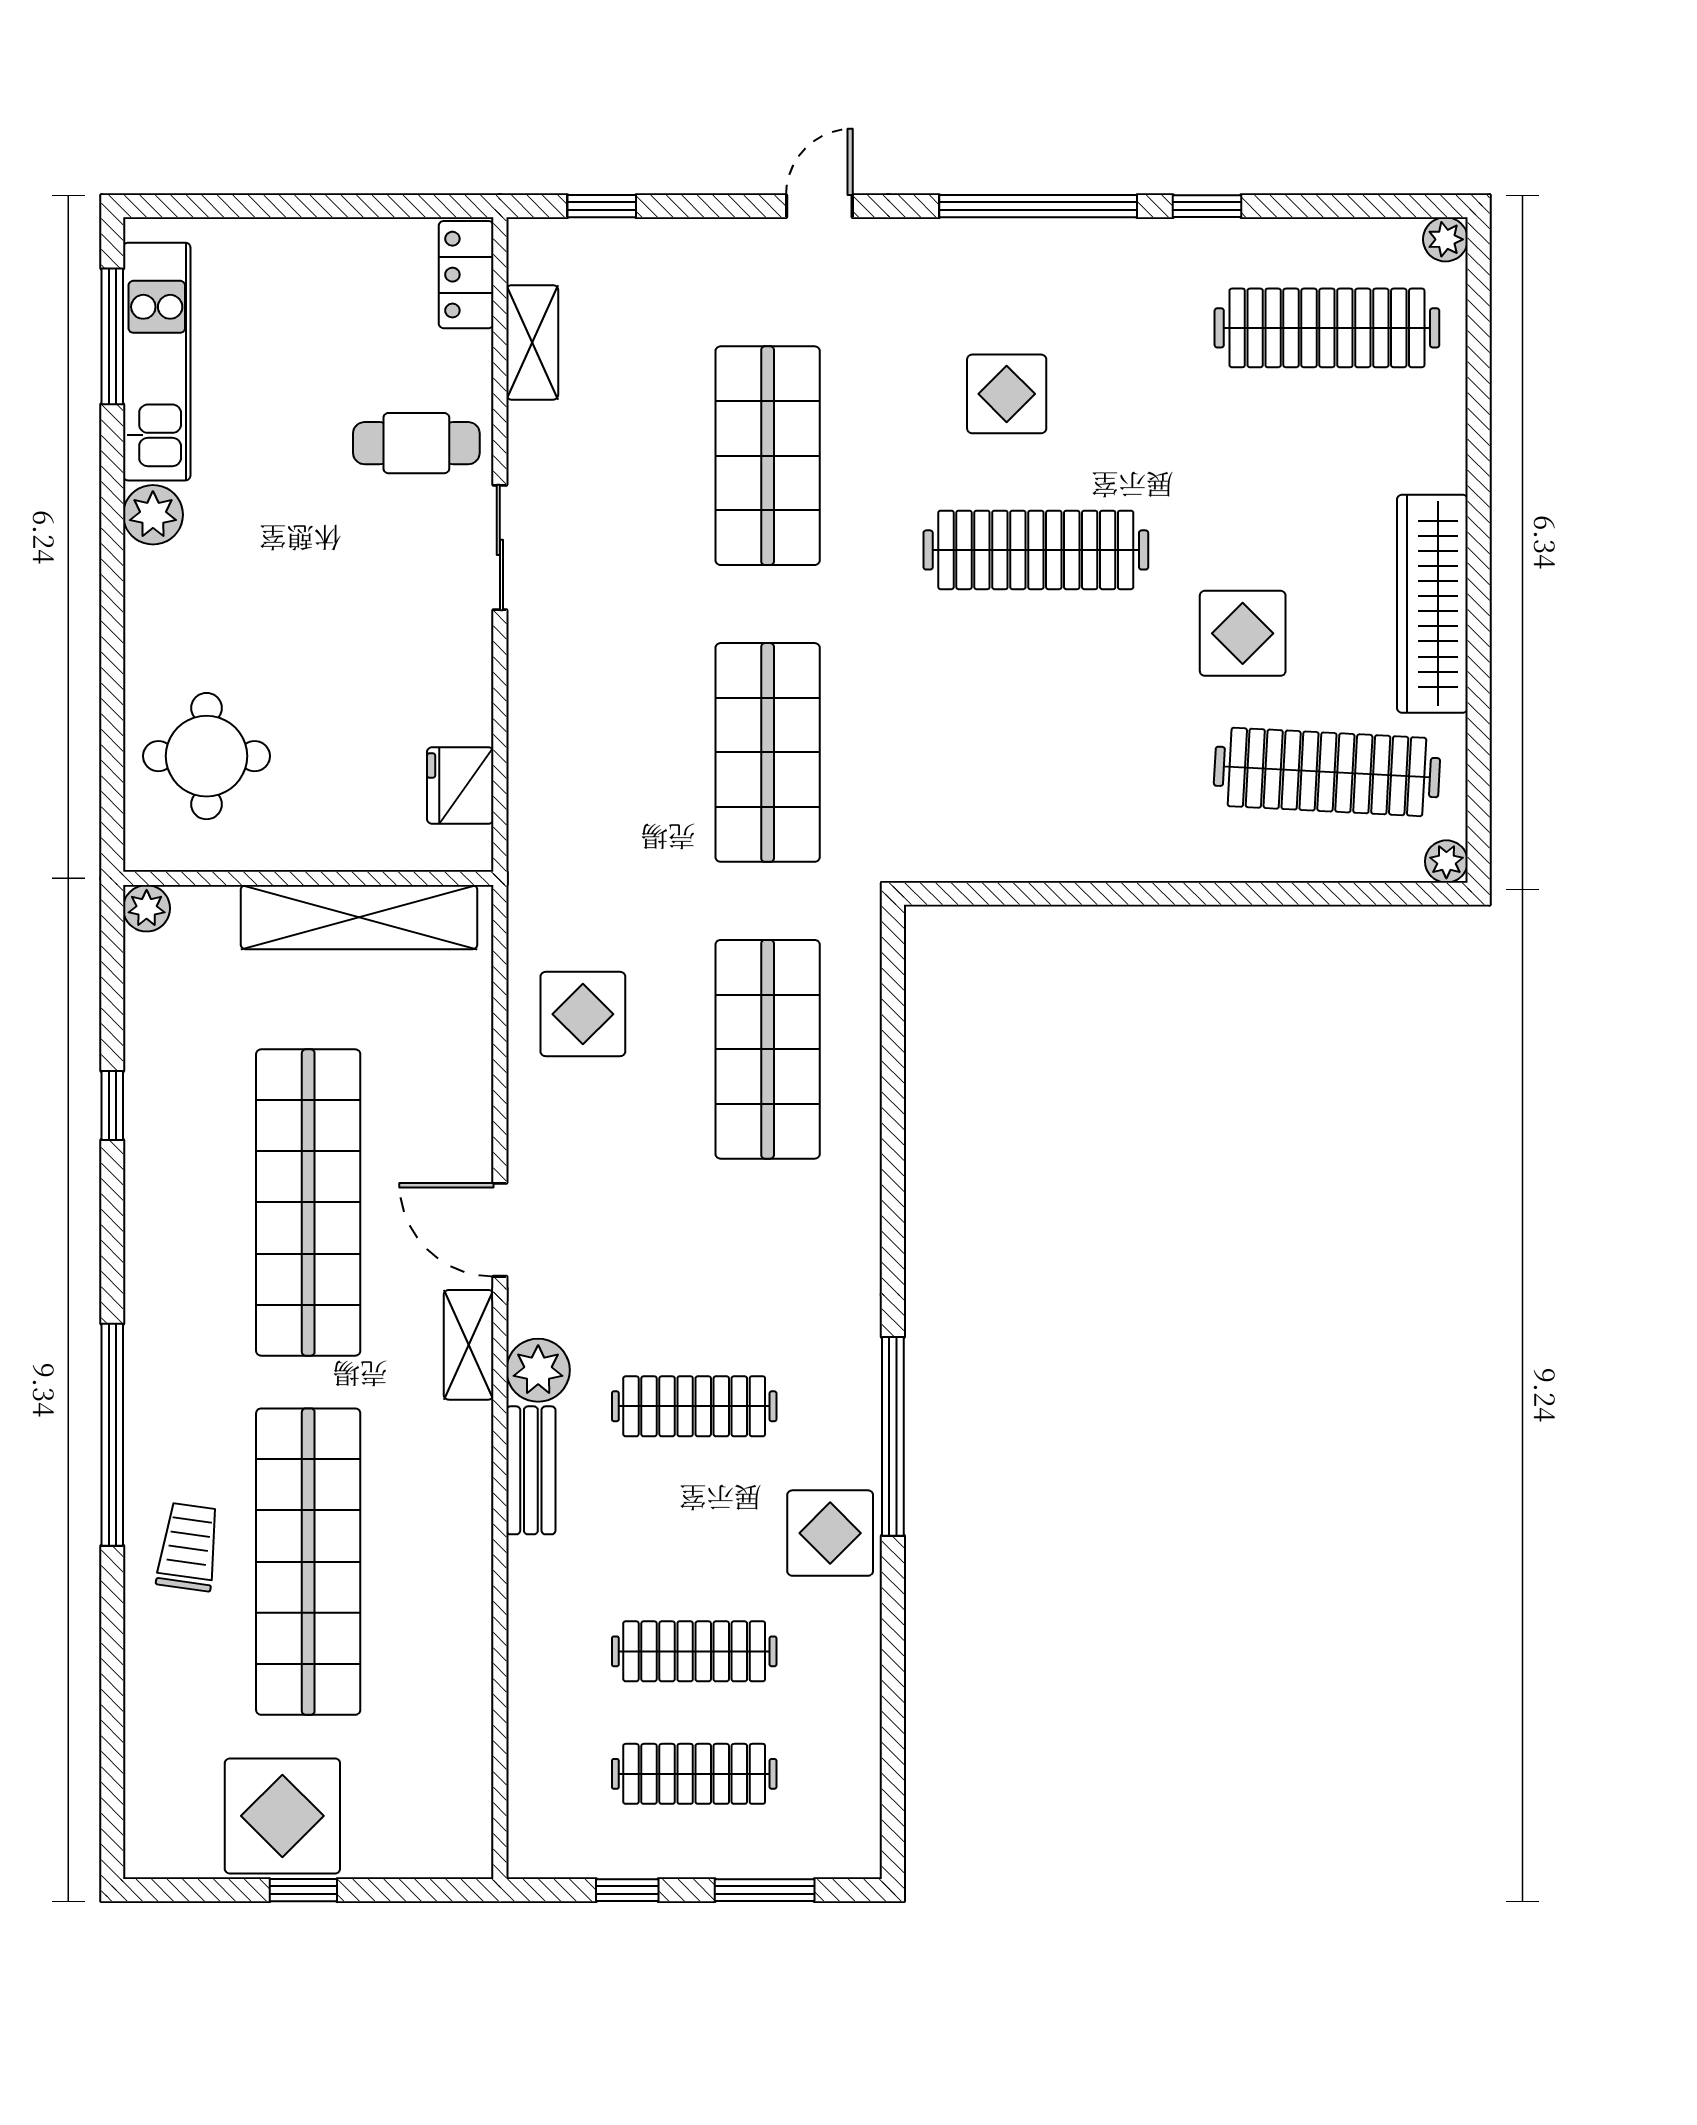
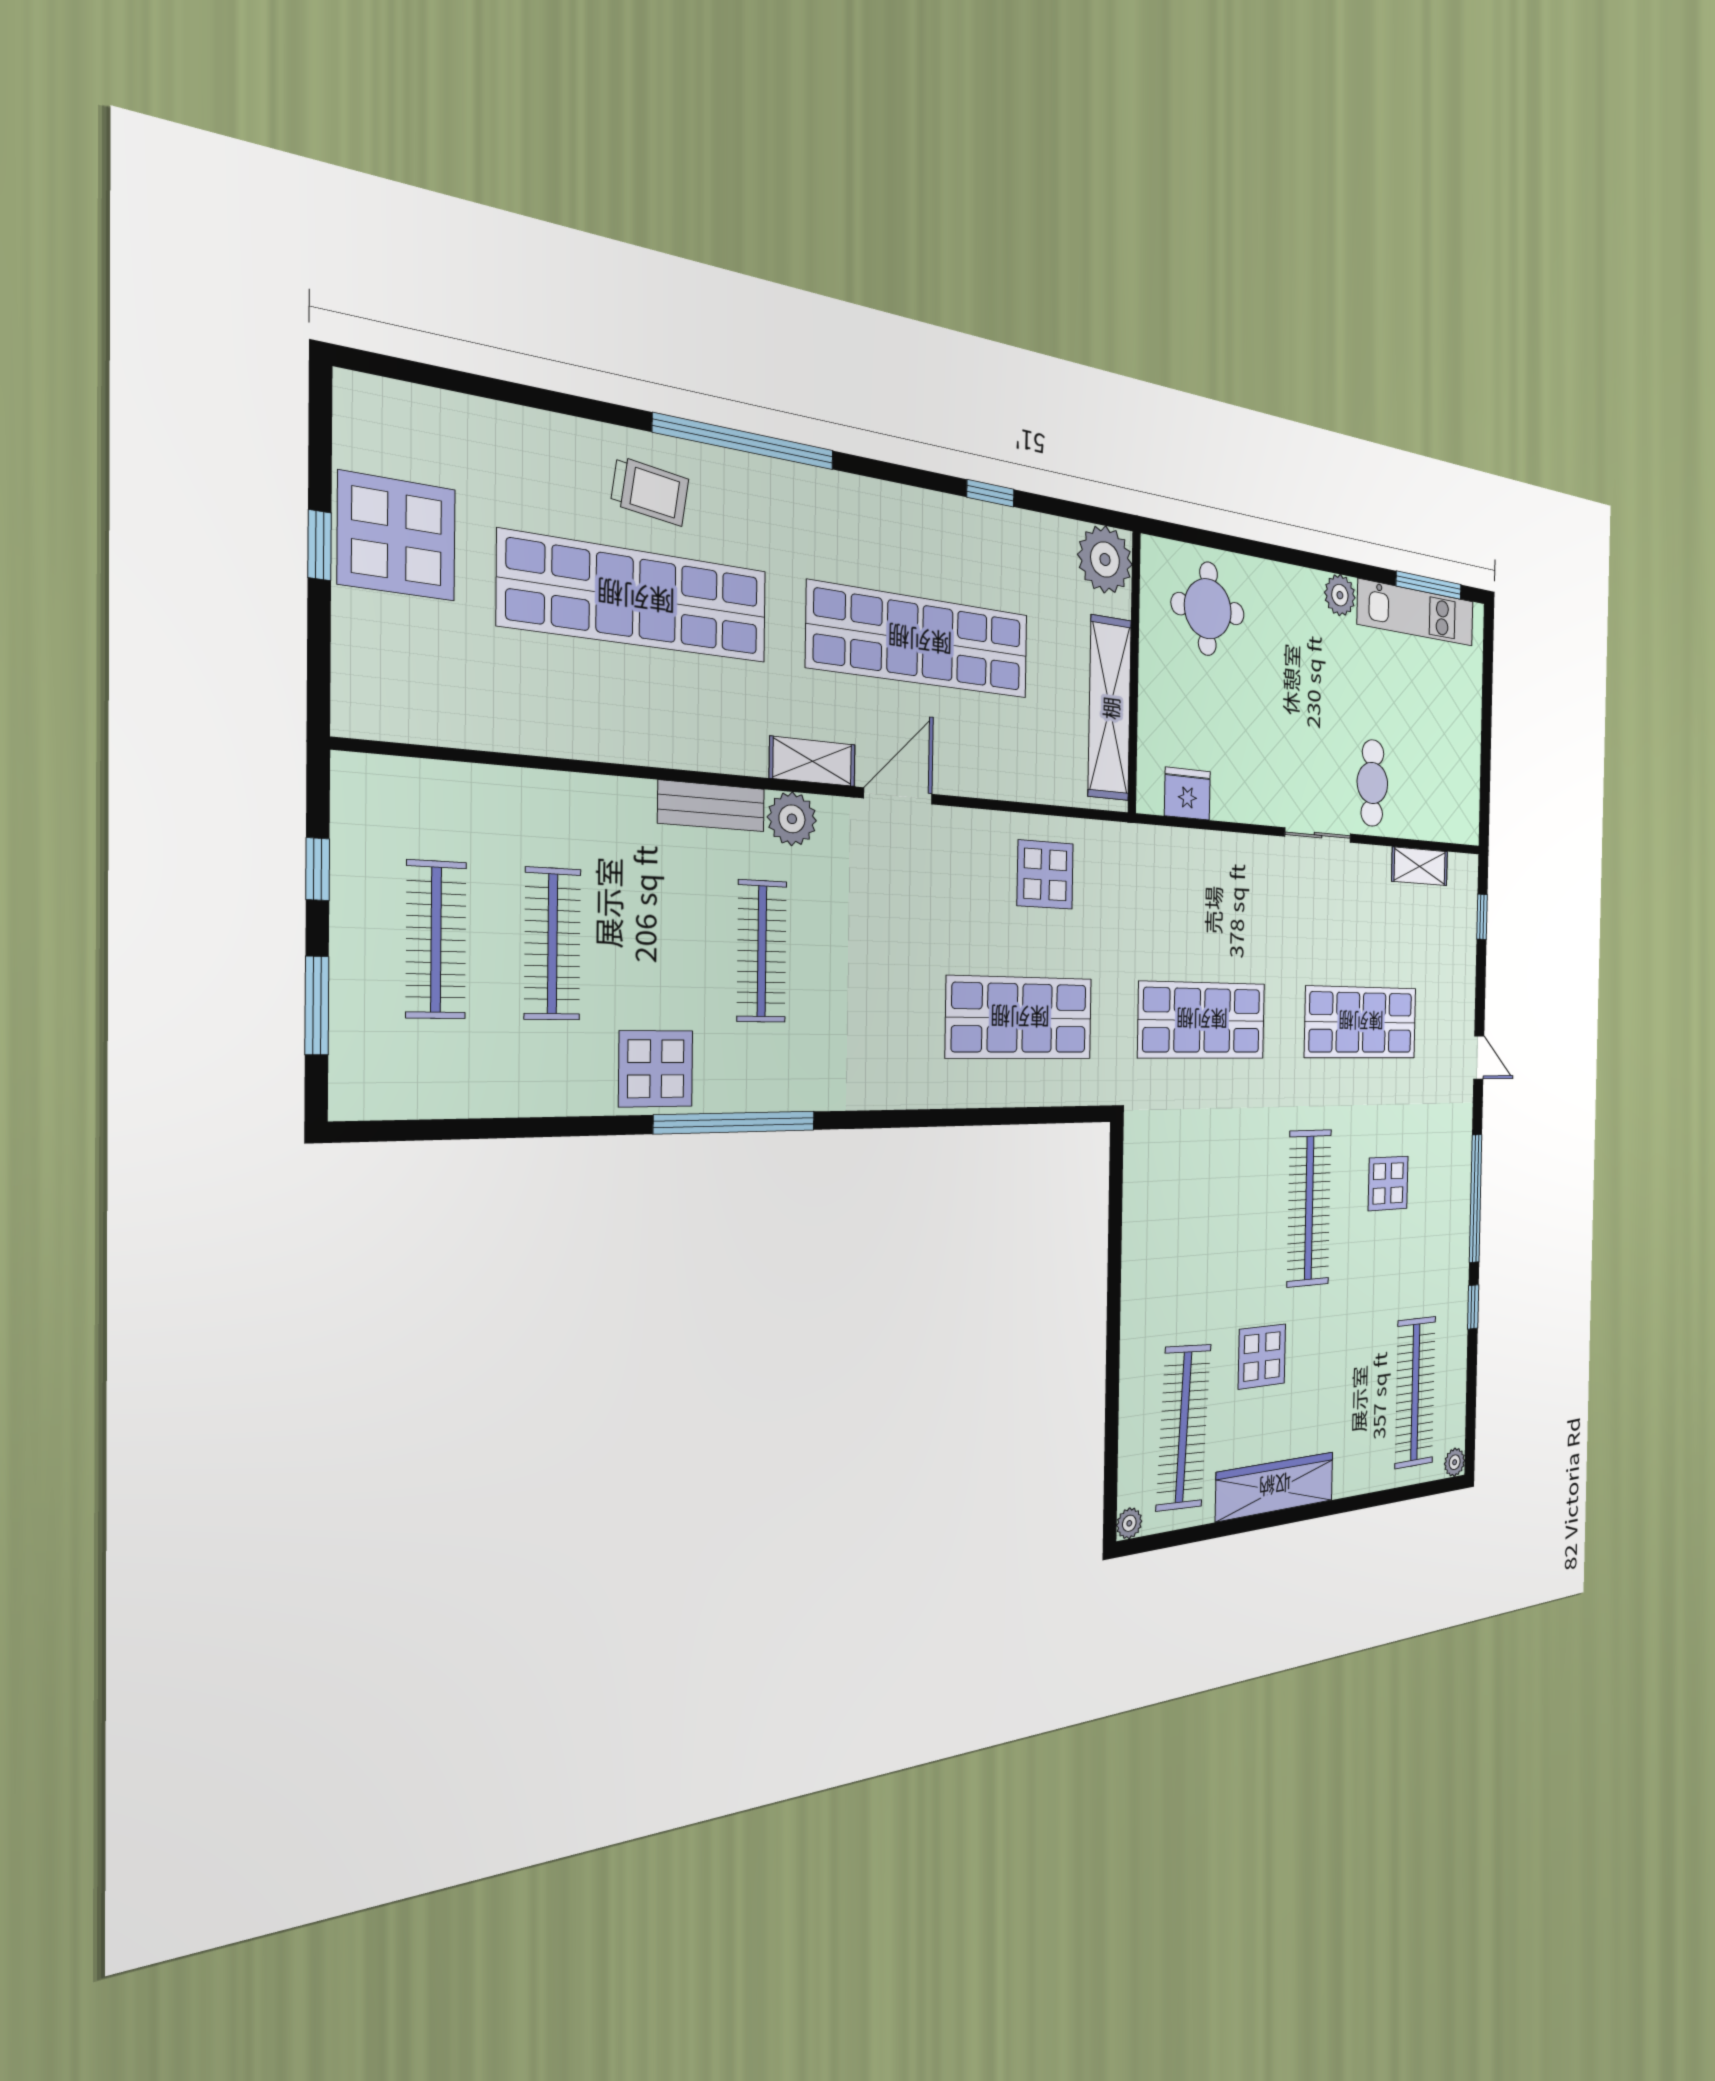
locker: (466, 275) -> (1453, 825), removed
plant: (147, 908) -> (1105, 560), width x1.88, depth x1.88

